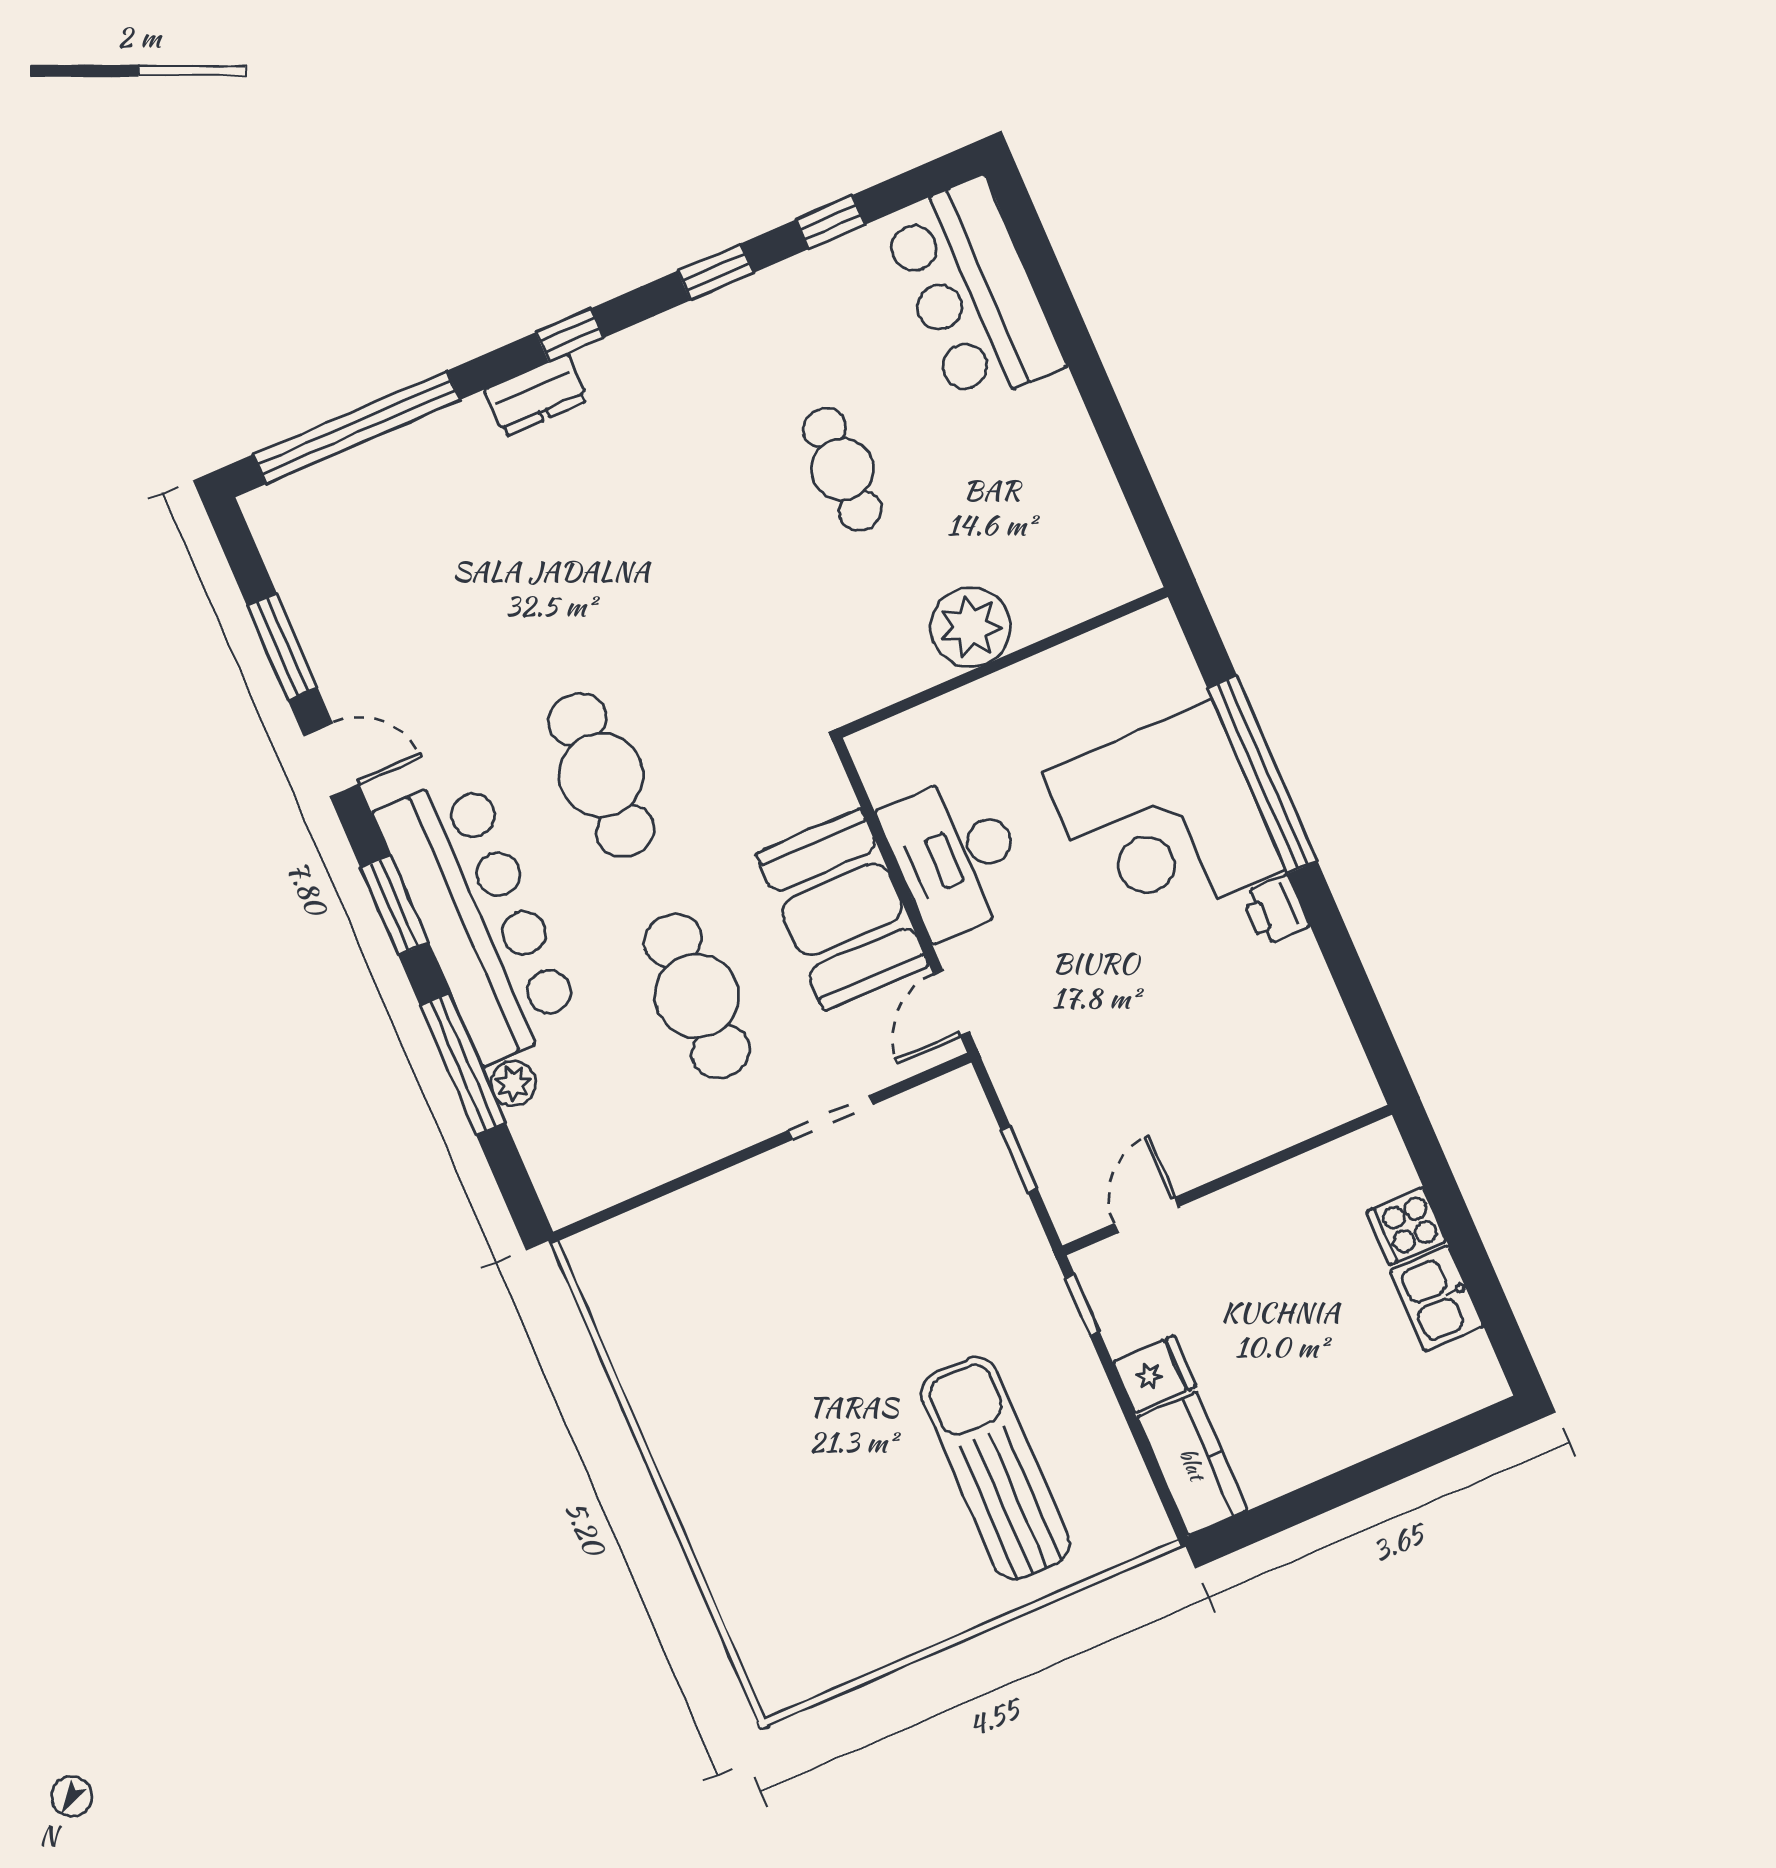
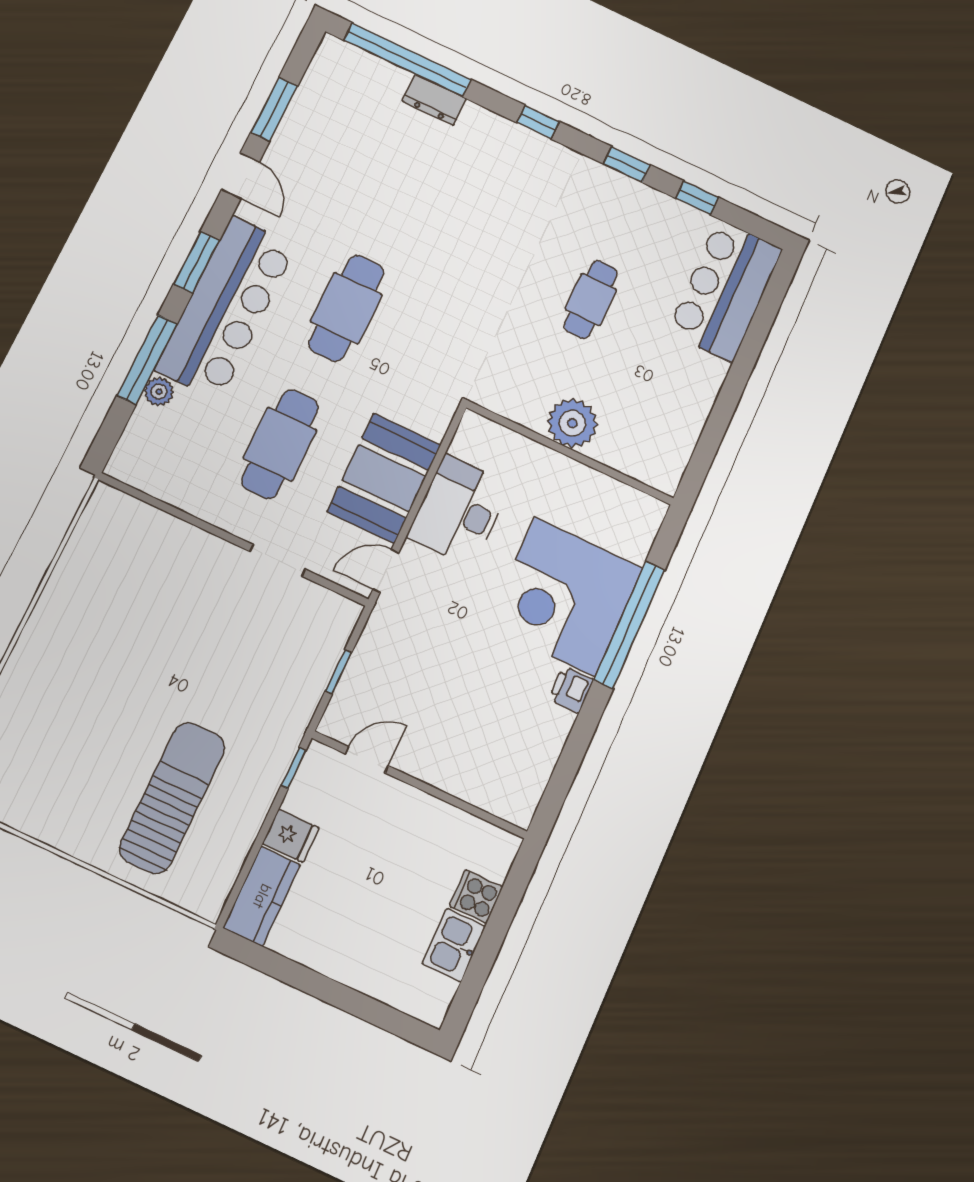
dresser: (536, 395) -> (434, 100), moved

